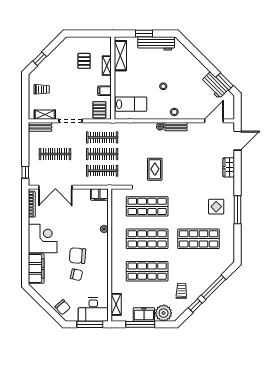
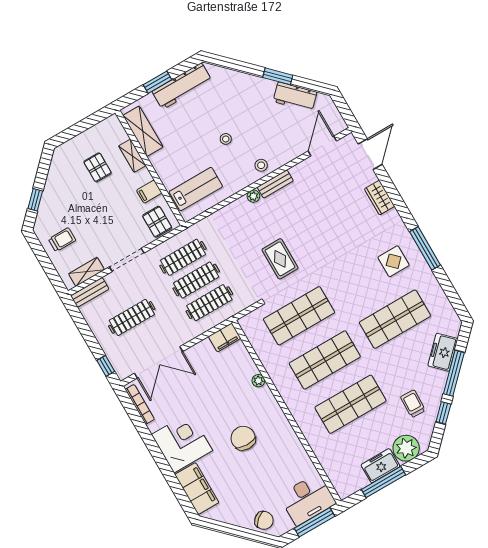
window: (225, 81) -> (278, 76), moved
chair: (78, 256) -> (243, 438), turned 87
freezer: (214, 272) -> (443, 352), added
chair: (76, 275) -> (257, 465), removed
shelving: (116, 304) -> (335, 474), removed

